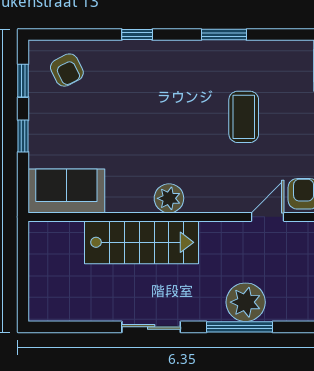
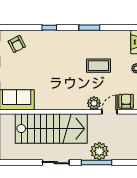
coffee table: (244, 117) -> (98, 66), turned 90
plant: (169, 198) -> (94, 103), moved
stairs: (142, 242) -> (51, 129), width x1.36, depth x1.51

